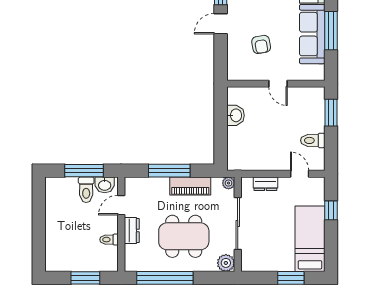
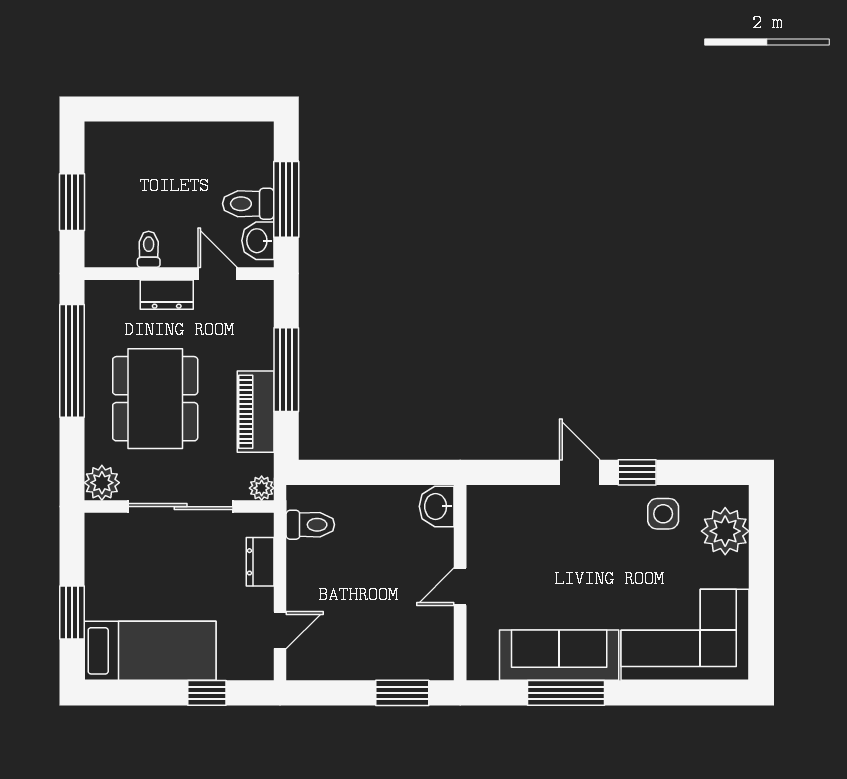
armchair: (261, 44) -> (538, 553), removed
washbasin: (236, 115) -> (437, 506), moved, turned 90
toilet: (313, 140) -> (310, 525), moved, turned 90

